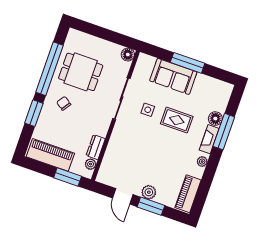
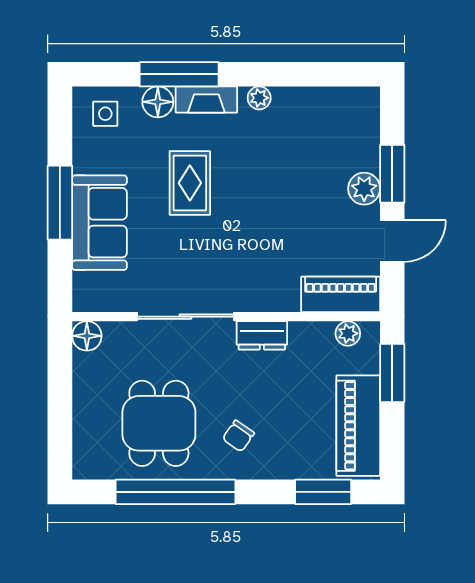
side table: (148, 110) -> (105, 114), moved
window: (34, 113) -> (323, 492), moved
dresser: (96, 147) -> (262, 335), moved
piano: (188, 194) -> (341, 294), moved, turned 180

